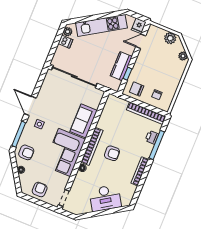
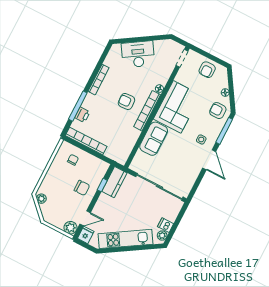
plant: (170, 38) -> (70, 228), moved
kitchen counter: (121, 66) -> (114, 182), moved
chair: (137, 89) -> (82, 188), moved

